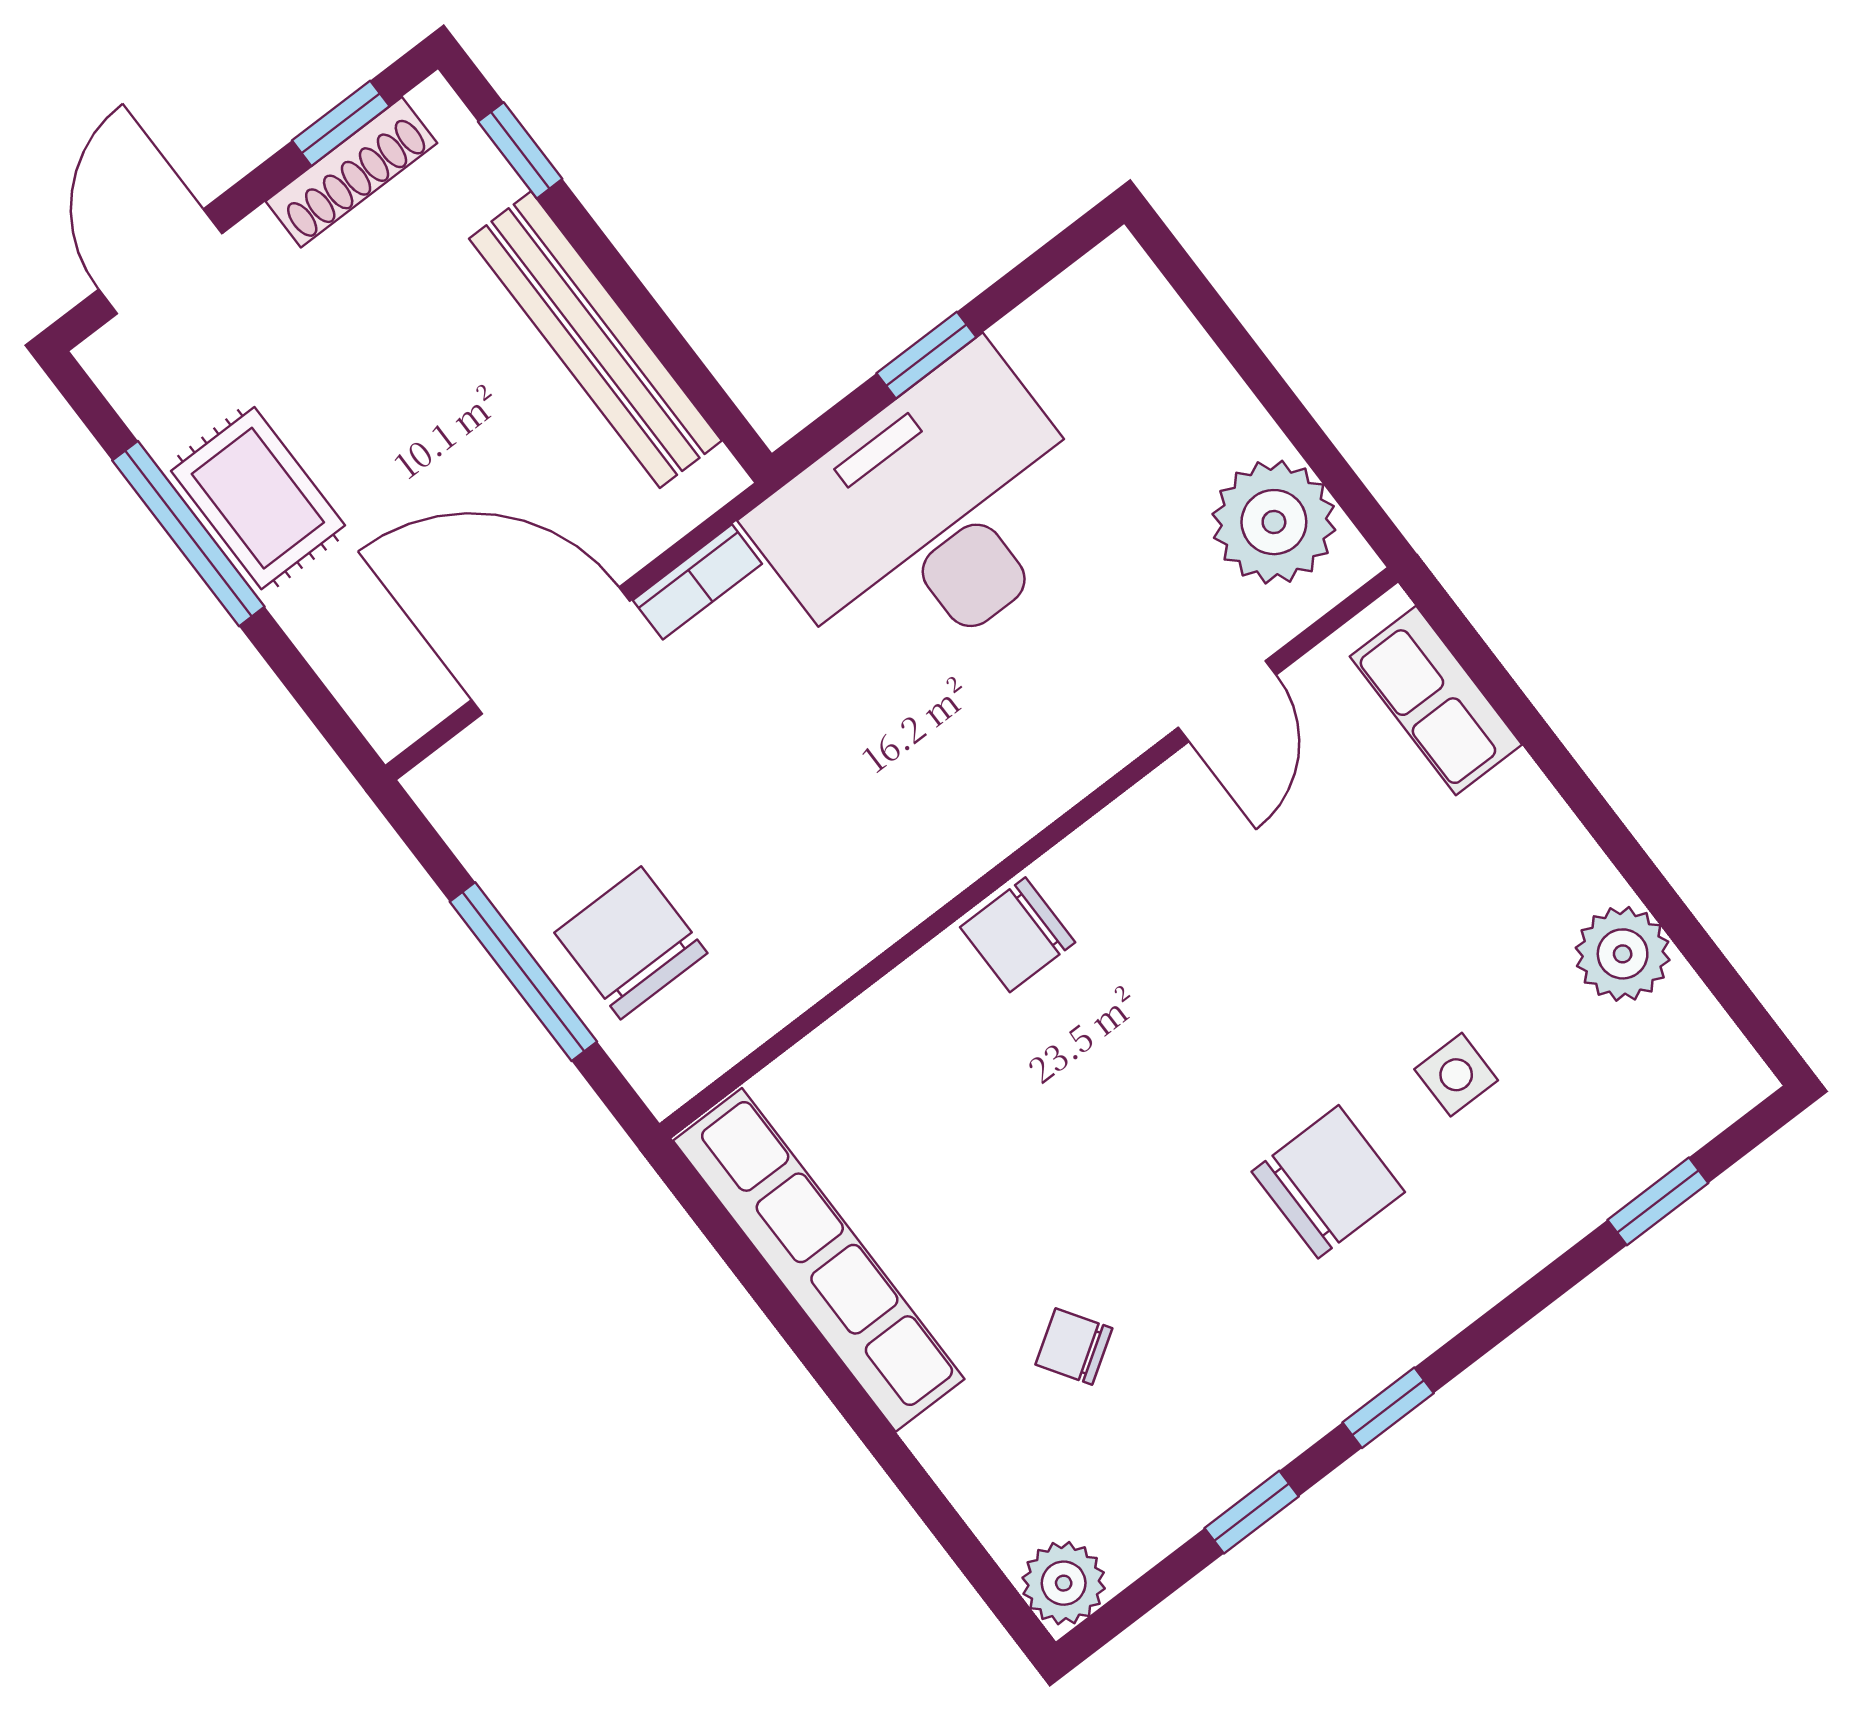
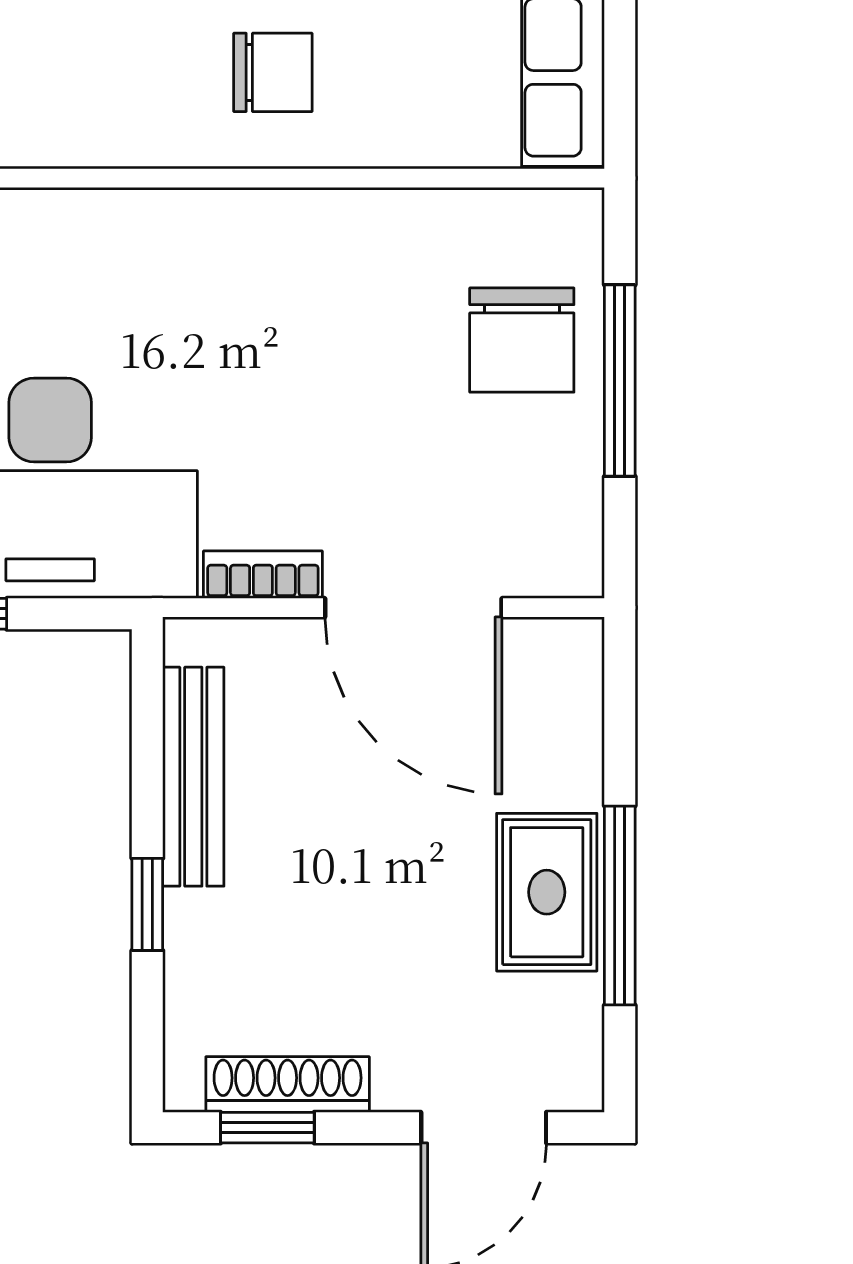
window: (520, 150) -> (147, 904), moved
bench: (595, 340) -> (193, 777), width x0.73, depth x0.82
chair: (1018, 935) -> (273, 72), moved

